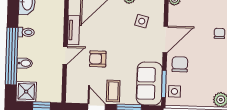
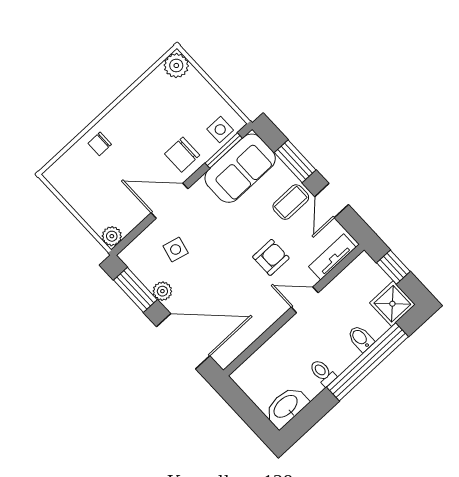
tv unit: (74, 30) -> (332, 257), moved
armchair: (98, 59) -> (271, 257), turned -90

